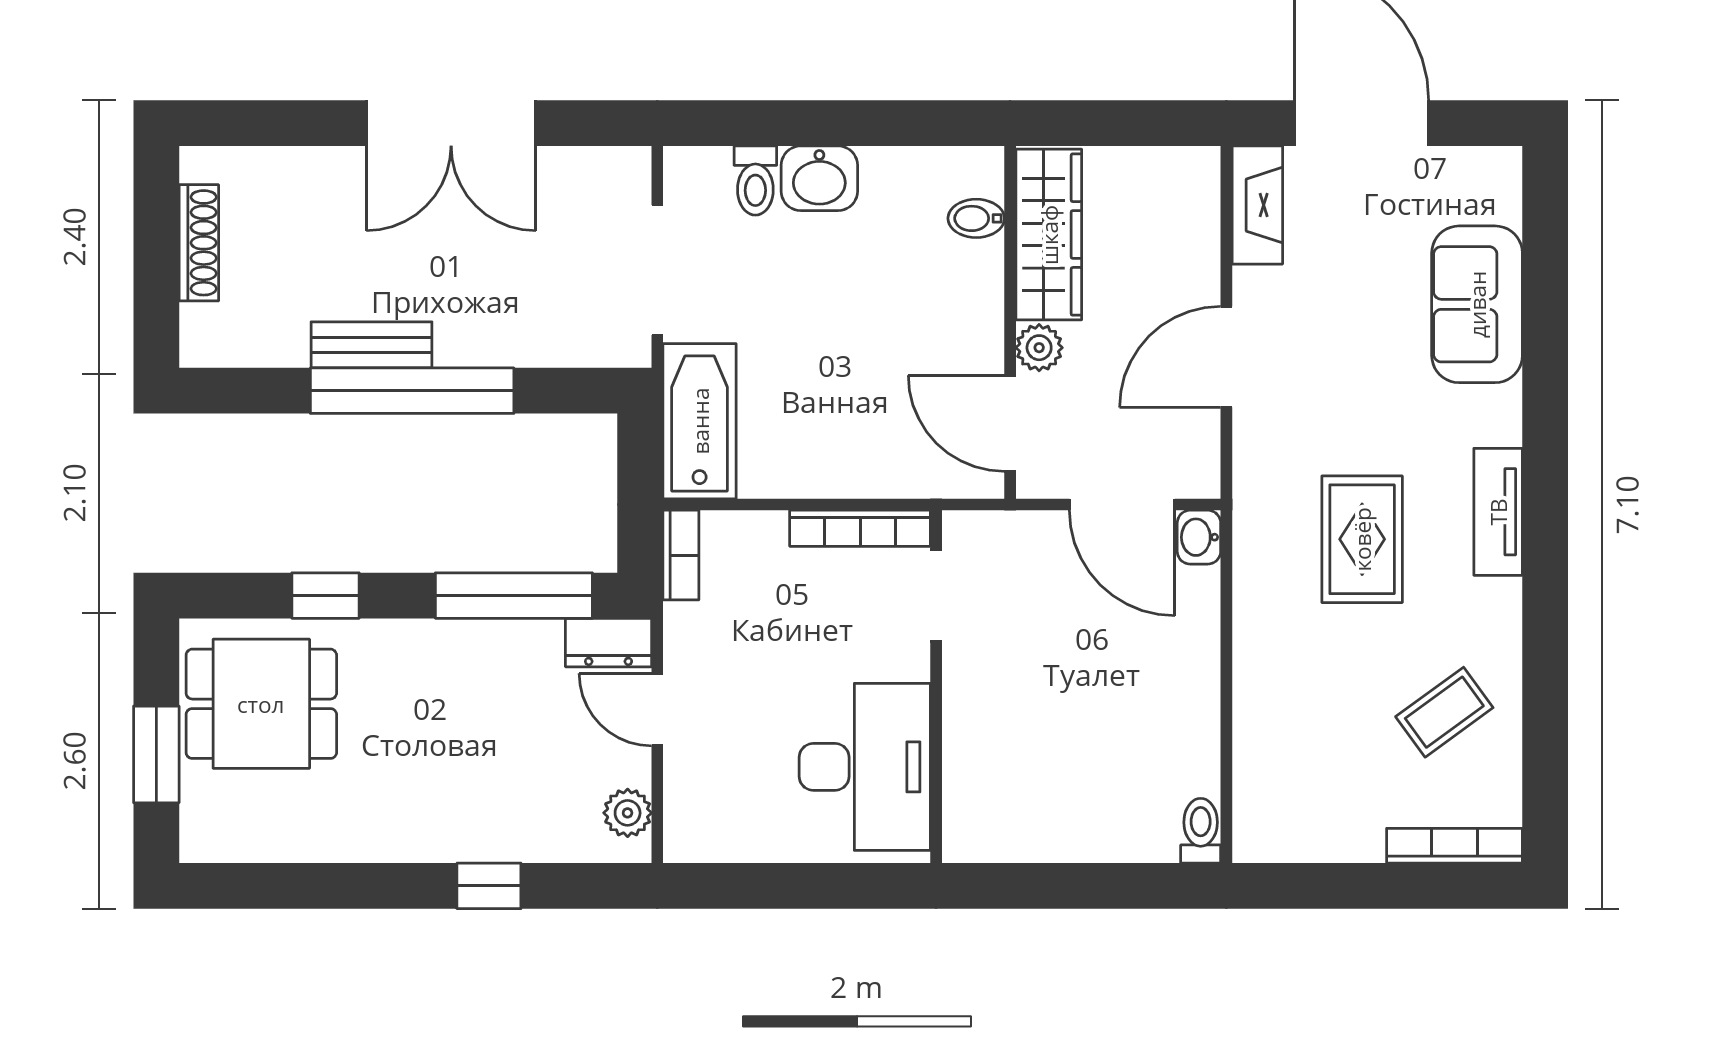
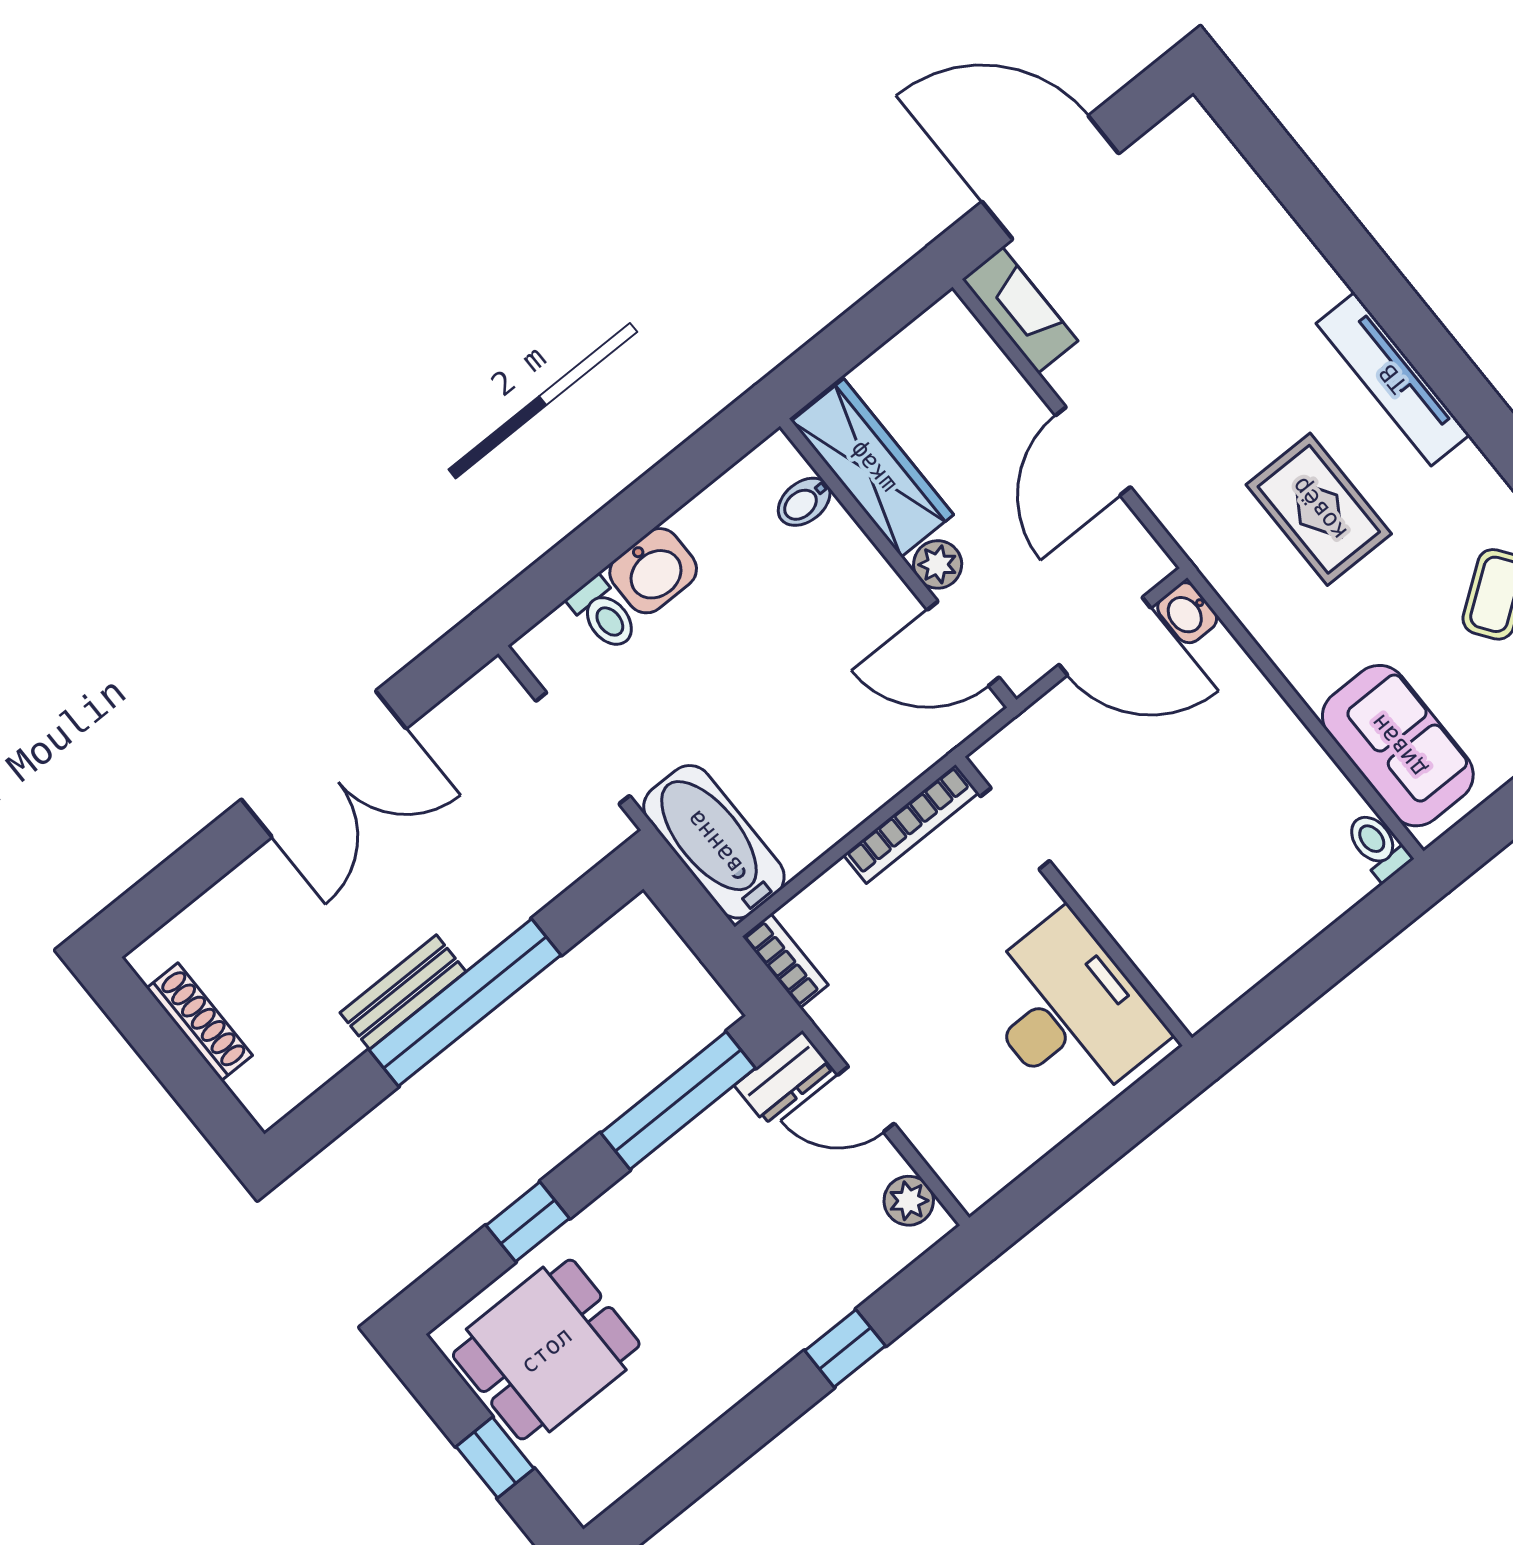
sofa: (1477, 304) -> (1398, 746), moved, turned 180
tv unit: (1498, 512) -> (1393, 379), width x1.41
window: (156, 754) -> (495, 1458), width x0.67

